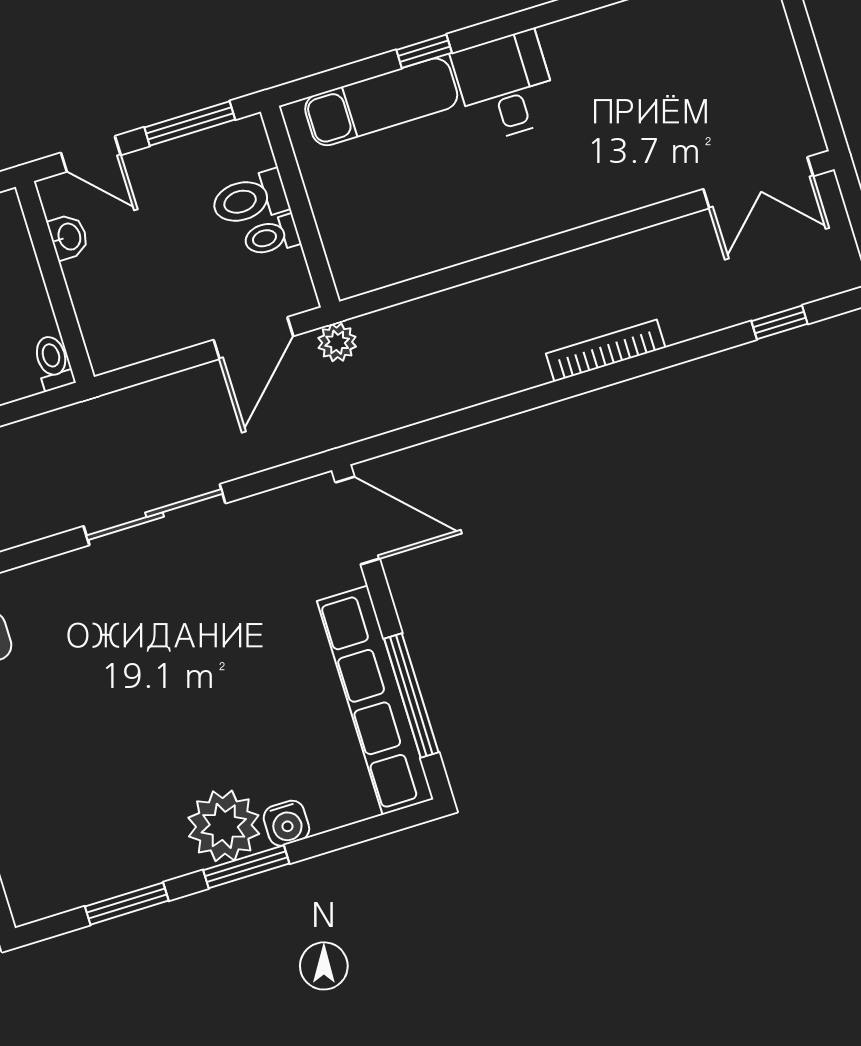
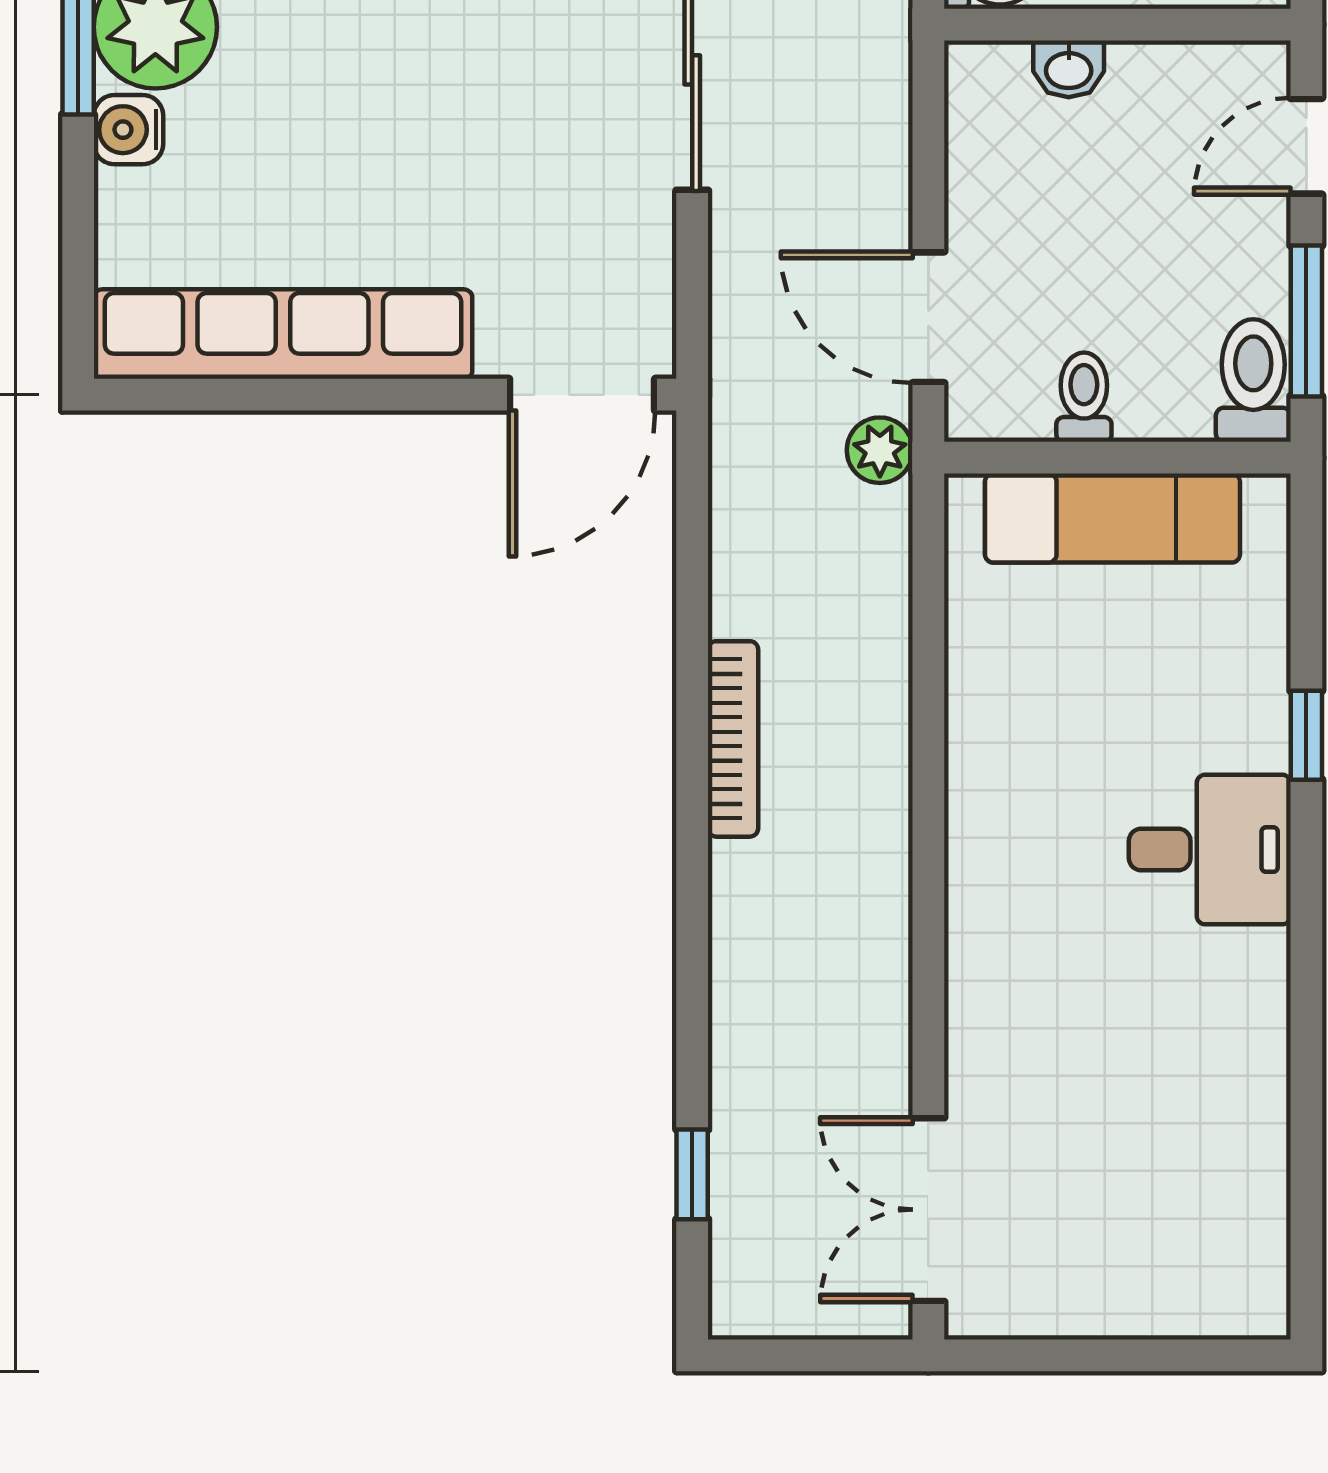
exam couch: (381, 102) -> (1113, 518), moved, turned -90
toilet: (250, 199) -> (1253, 381), moved
washbasin: (68, 237) -> (1069, 69), moved
bookcase: (606, 351) -> (733, 739), moved
window: (411, 696) -> (273, 395), removed

